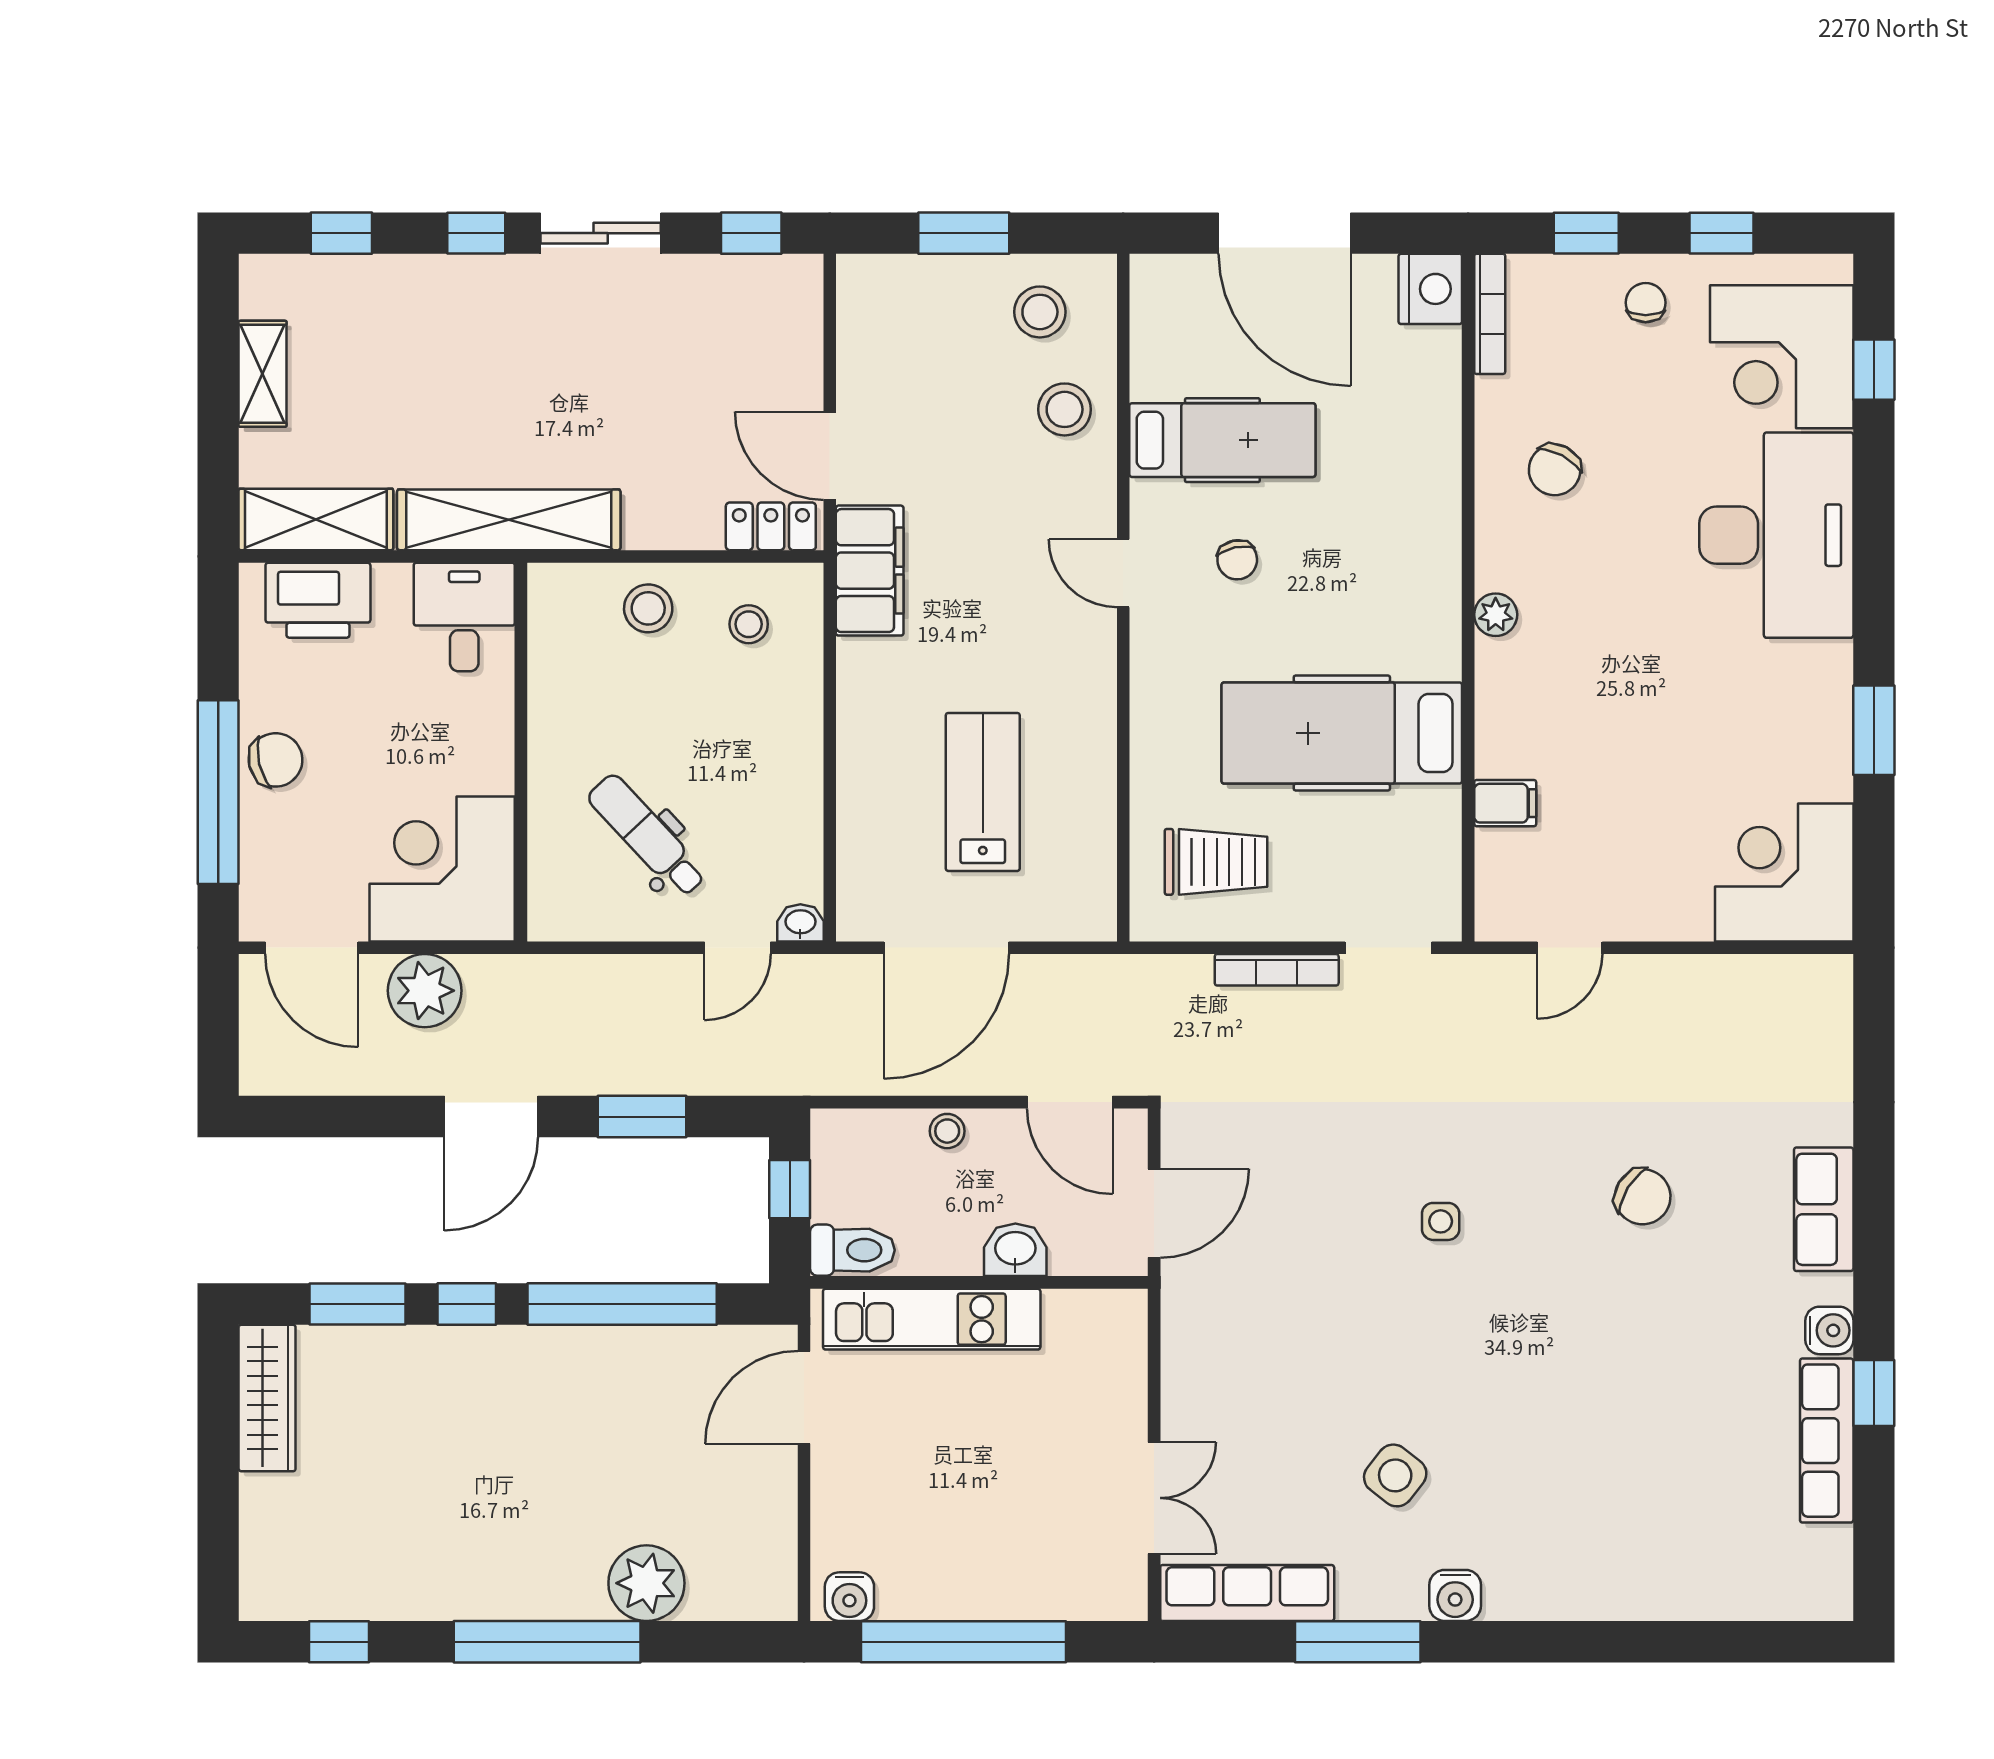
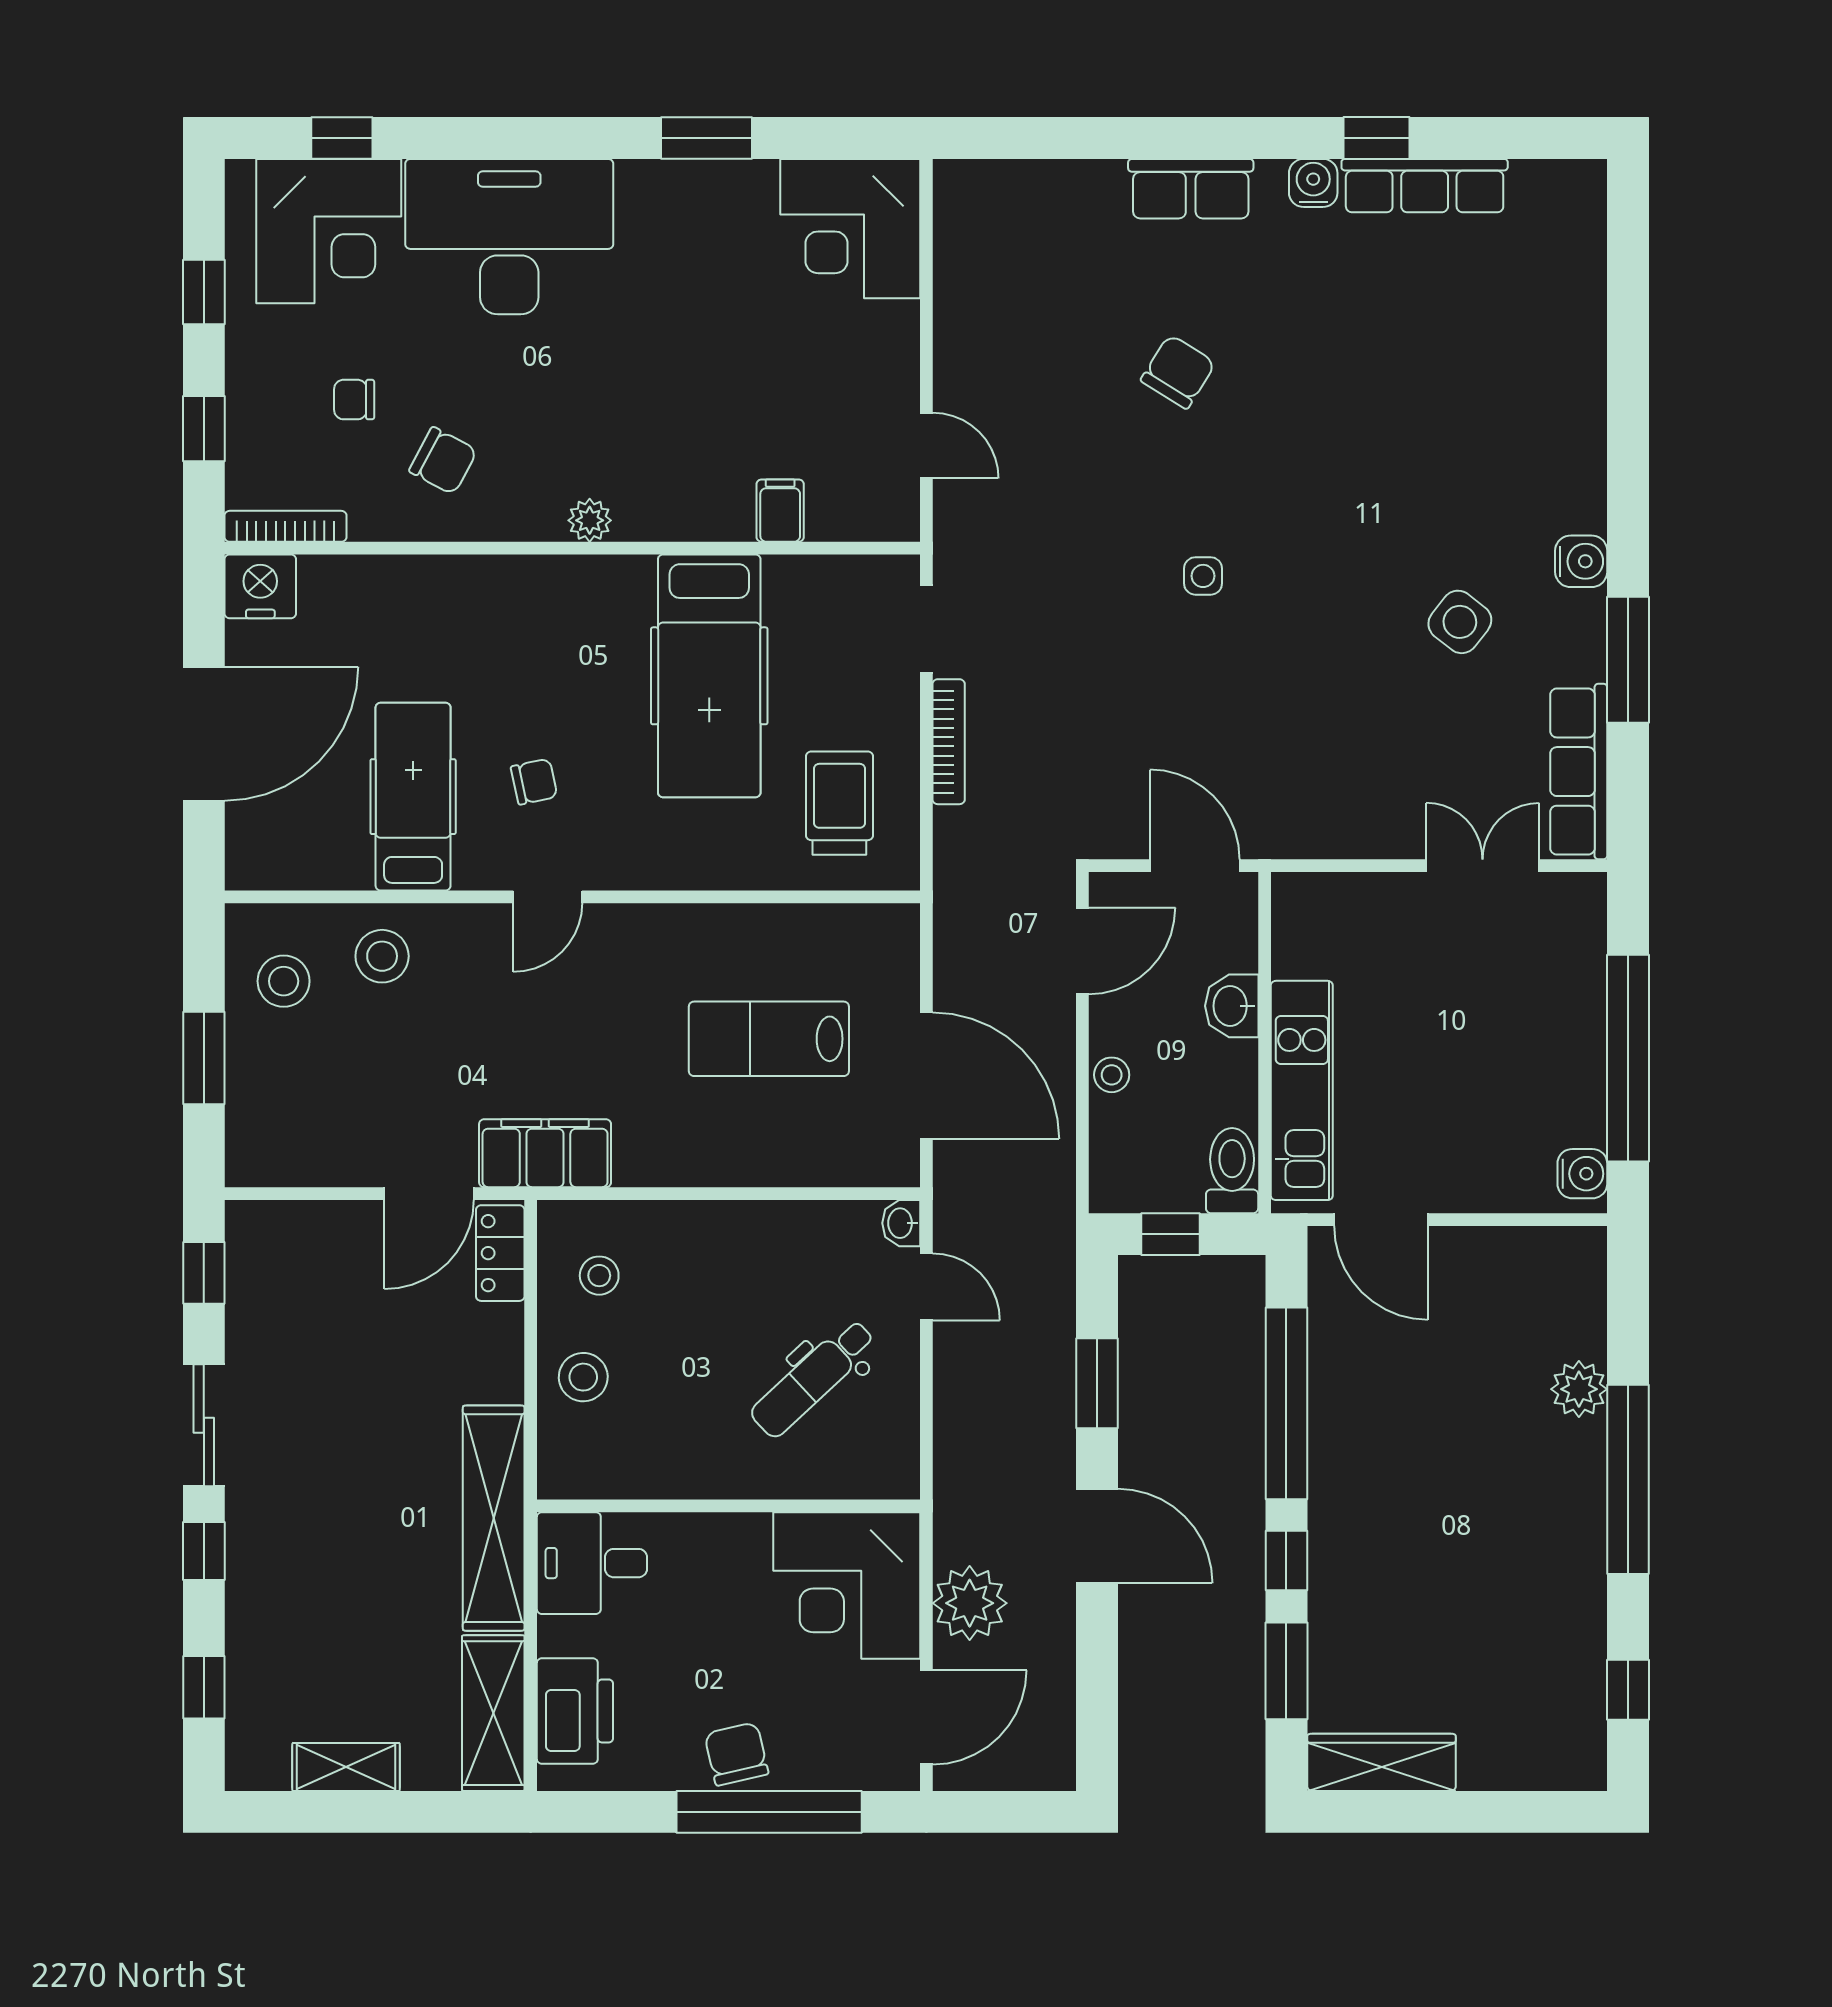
chair: (1646, 303) -> (354, 400), moved
plant: (646, 1583) -> (1579, 1389), width x0.73, depth x0.73

